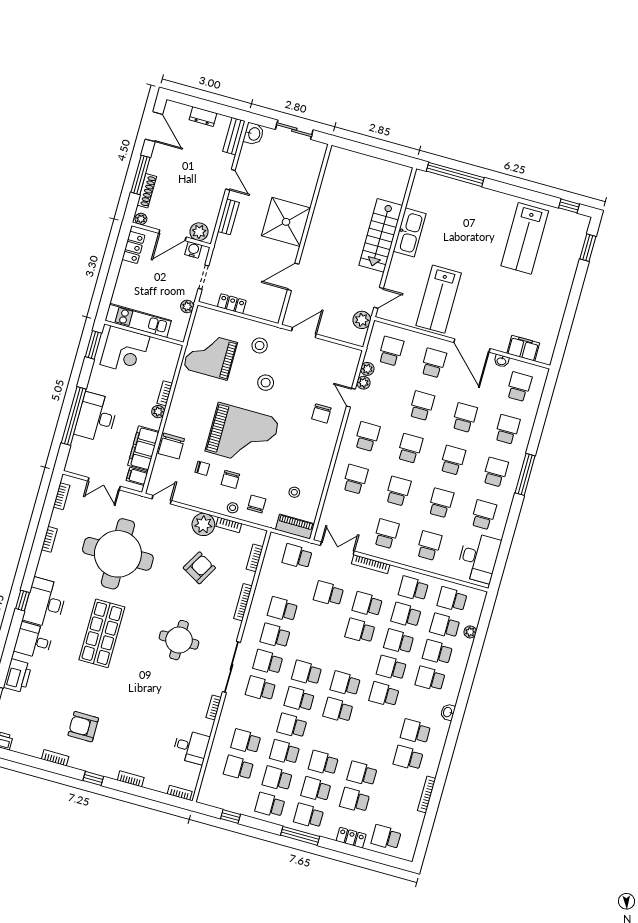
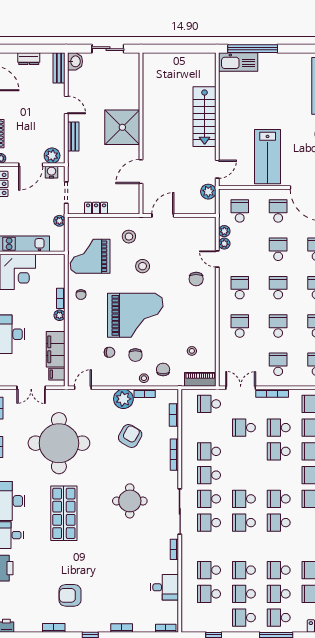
kitchen sink: (410, 232) -> (238, 62), moved, turned 90
chair: (171, 446) -> (81, 295), moved, width x0.54, depth x0.54
school desk: (292, 726) -> (244, 546), removed

